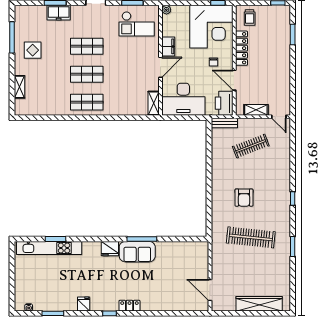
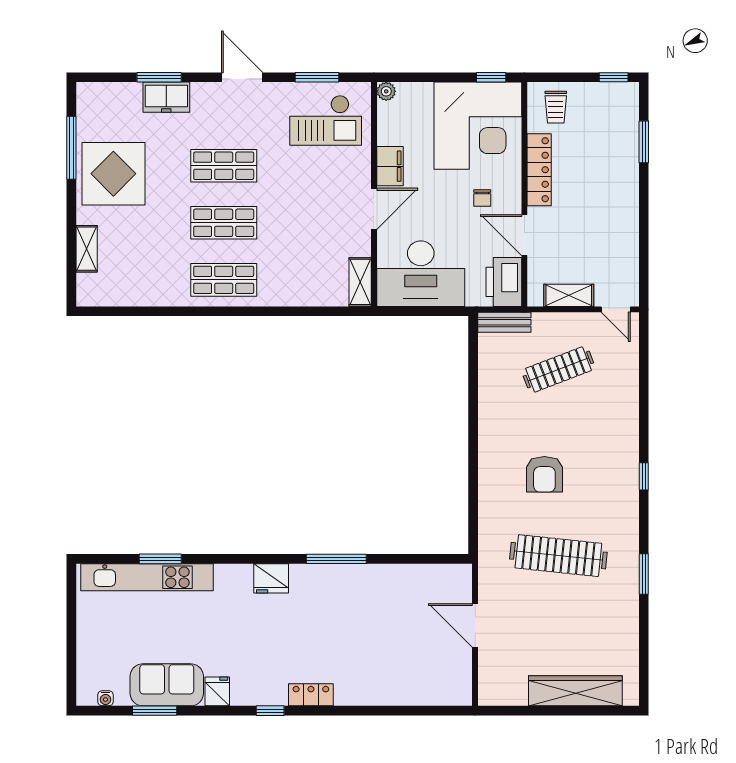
display table: (33, 50) -> (113, 174), width x1.86, depth x1.86
sofa: (137, 252) -> (167, 685), moved, turned 180
door: (210, 290) -> (475, 625), moved

